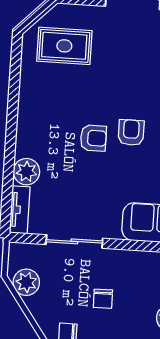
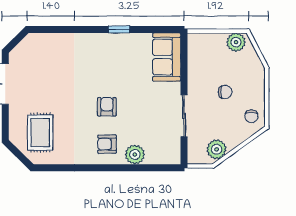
armchair: (131, 133) -> (107, 144), moved
tv unit: (20, 210) -> (163, 158), removed

